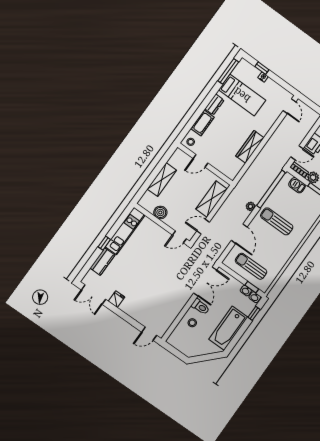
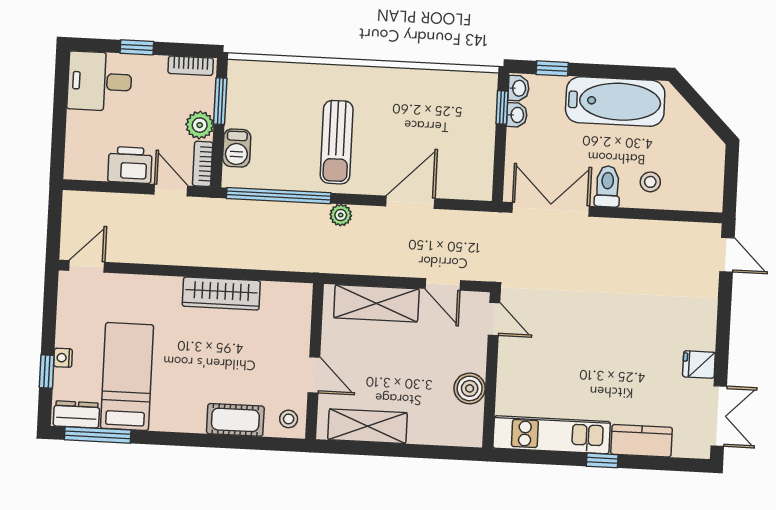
dresser: (214, 104) -> (76, 414), moved
shelving: (162, 180) -> (368, 426), moved
sun lounger: (251, 266) -> (461, 136), removed

